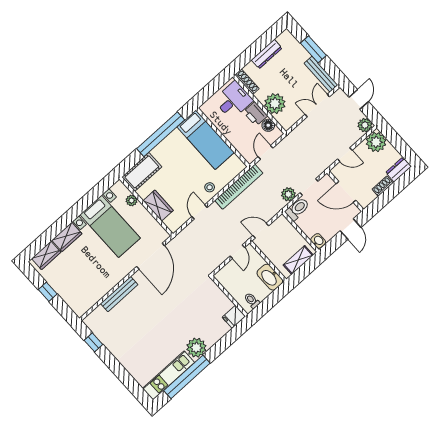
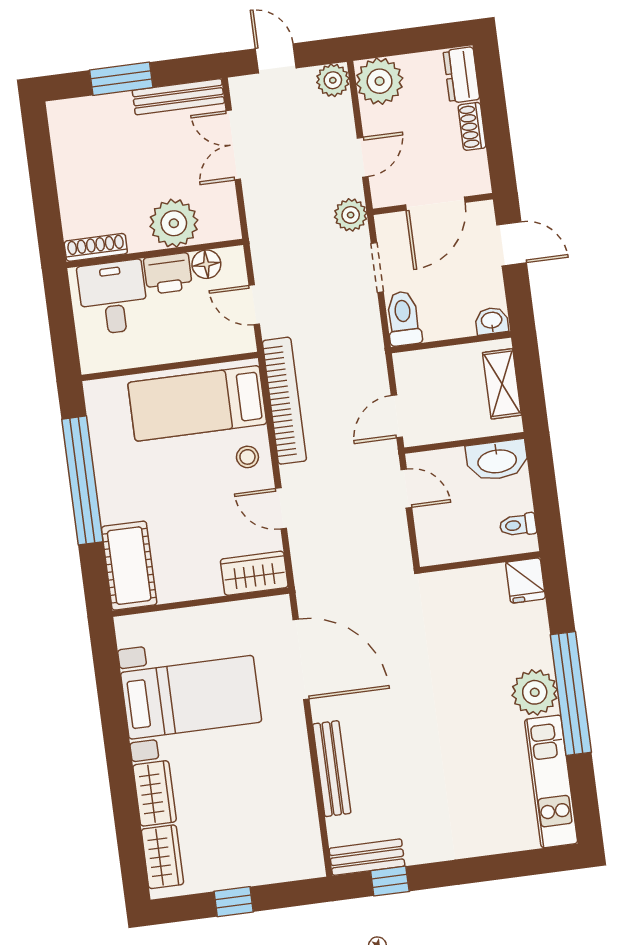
dresser: (267, 54) -> (69, 174), removed
bed: (206, 140) -> (197, 403), moved, turned 180
plant: (288, 194) -> (351, 215), moved
plant: (132, 201) -> (170, 623), removed
wardrobe: (158, 206) -> (254, 573), moved
bench: (96, 328) -> (367, 857), added
window: (187, 377) -> (571, 694), moved

